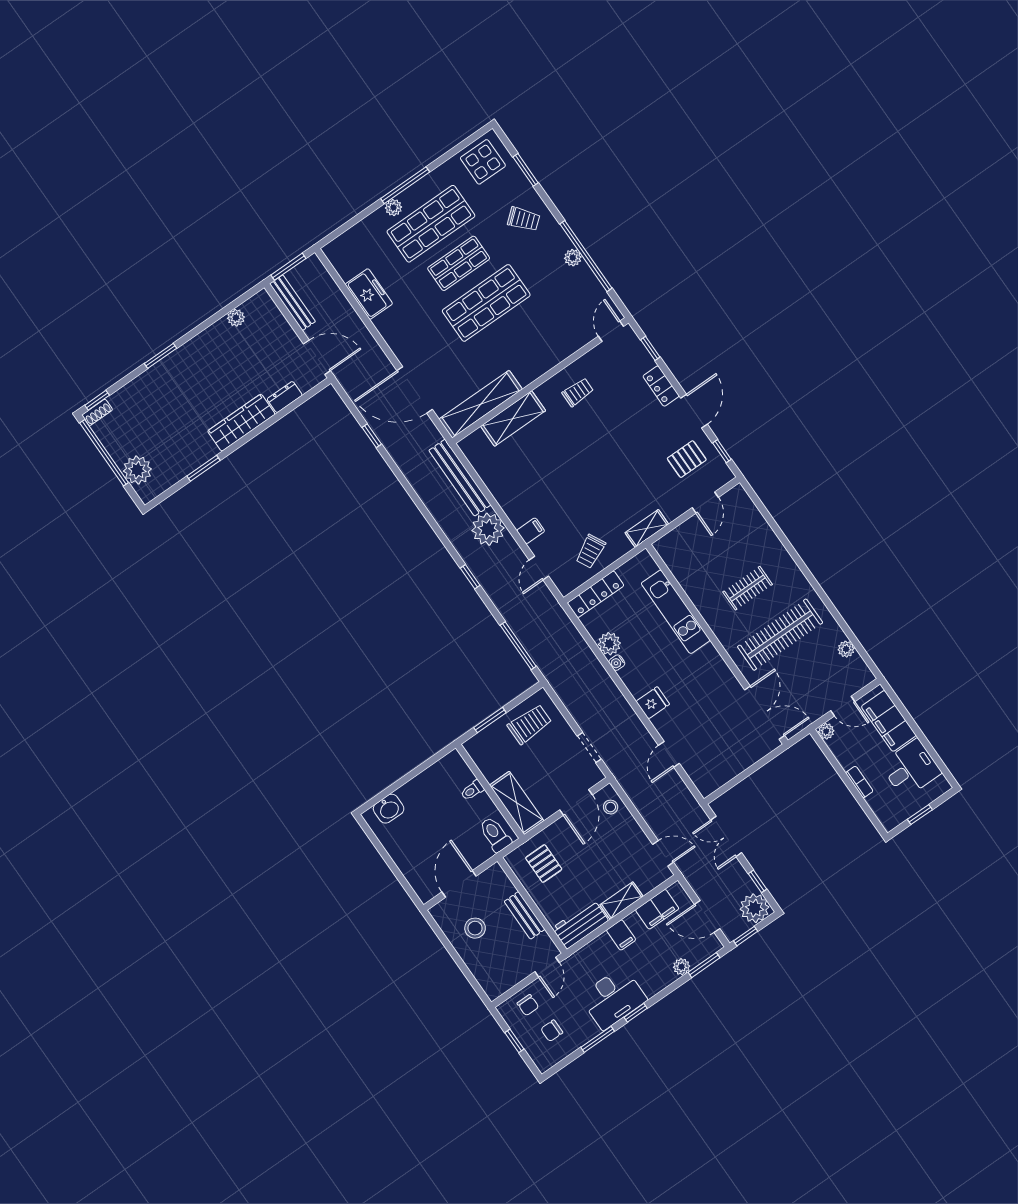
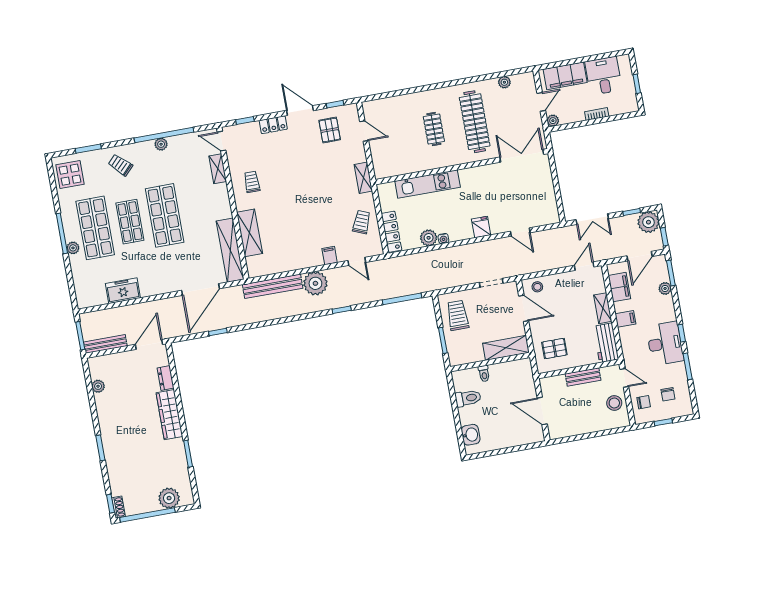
trolley: (524, 219) -> (120, 165), turned -96
shelving: (575, 342) -> (218, 169), added
trolley: (591, 551) -> (361, 222), turned -131
toilet: (495, 834) -> (468, 398), moved, turned 180
stool: (475, 928) -> (614, 403), moved

